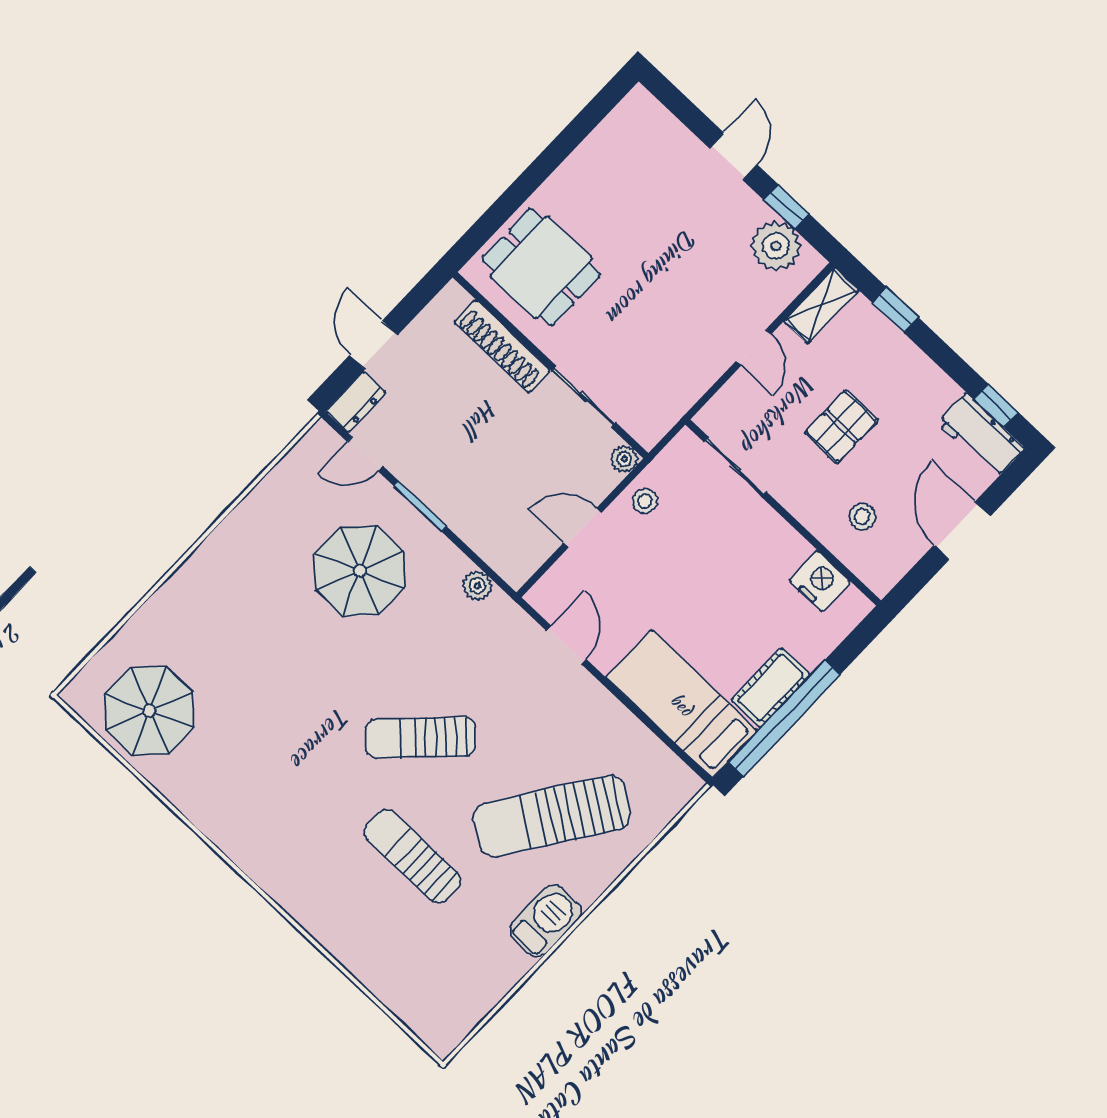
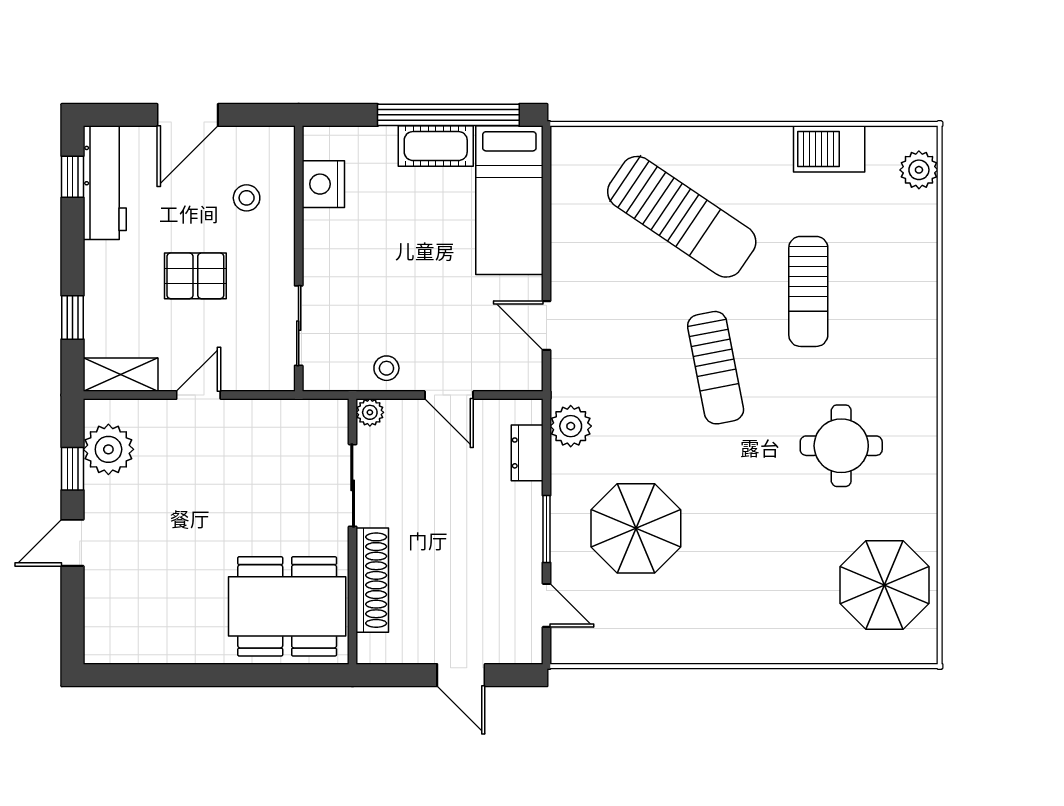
dining table: (541, 267) -> (287, 606), width x1.37
door: (373, 345) -> (461, 675), hinge flipped
dresser: (356, 402) -> (527, 453), moved, turned -90
workbench: (981, 435) -> (105, 183), width x1.38
plant: (477, 586) -> (571, 426), width x1.38, depth x1.38
door: (566, 645) -> (546, 326), hinge flipped
sun lounger: (421, 738) -> (716, 368), turned 34
round table: (279, 775) -> (841, 446), added
barbecue: (545, 921) -> (829, 149), moved
plant: (424, 1019) -> (919, 170), added

